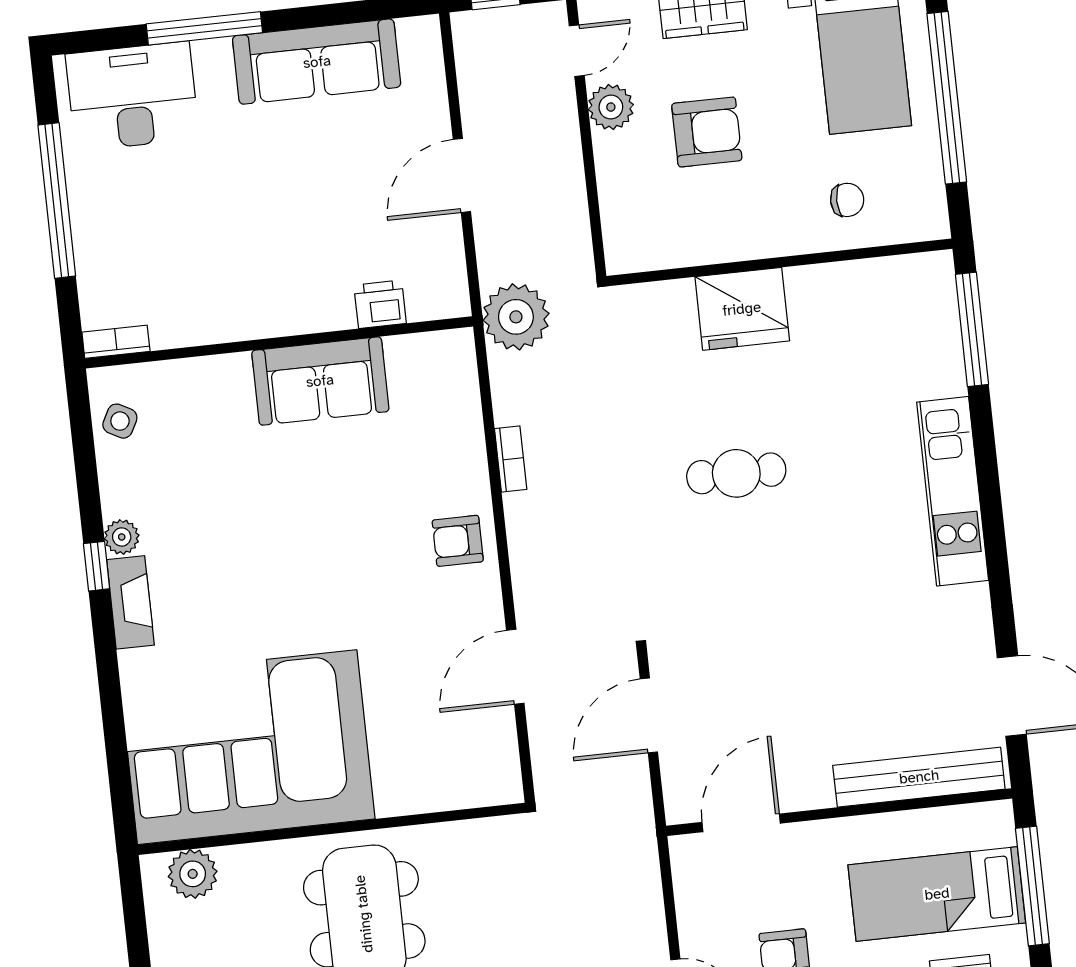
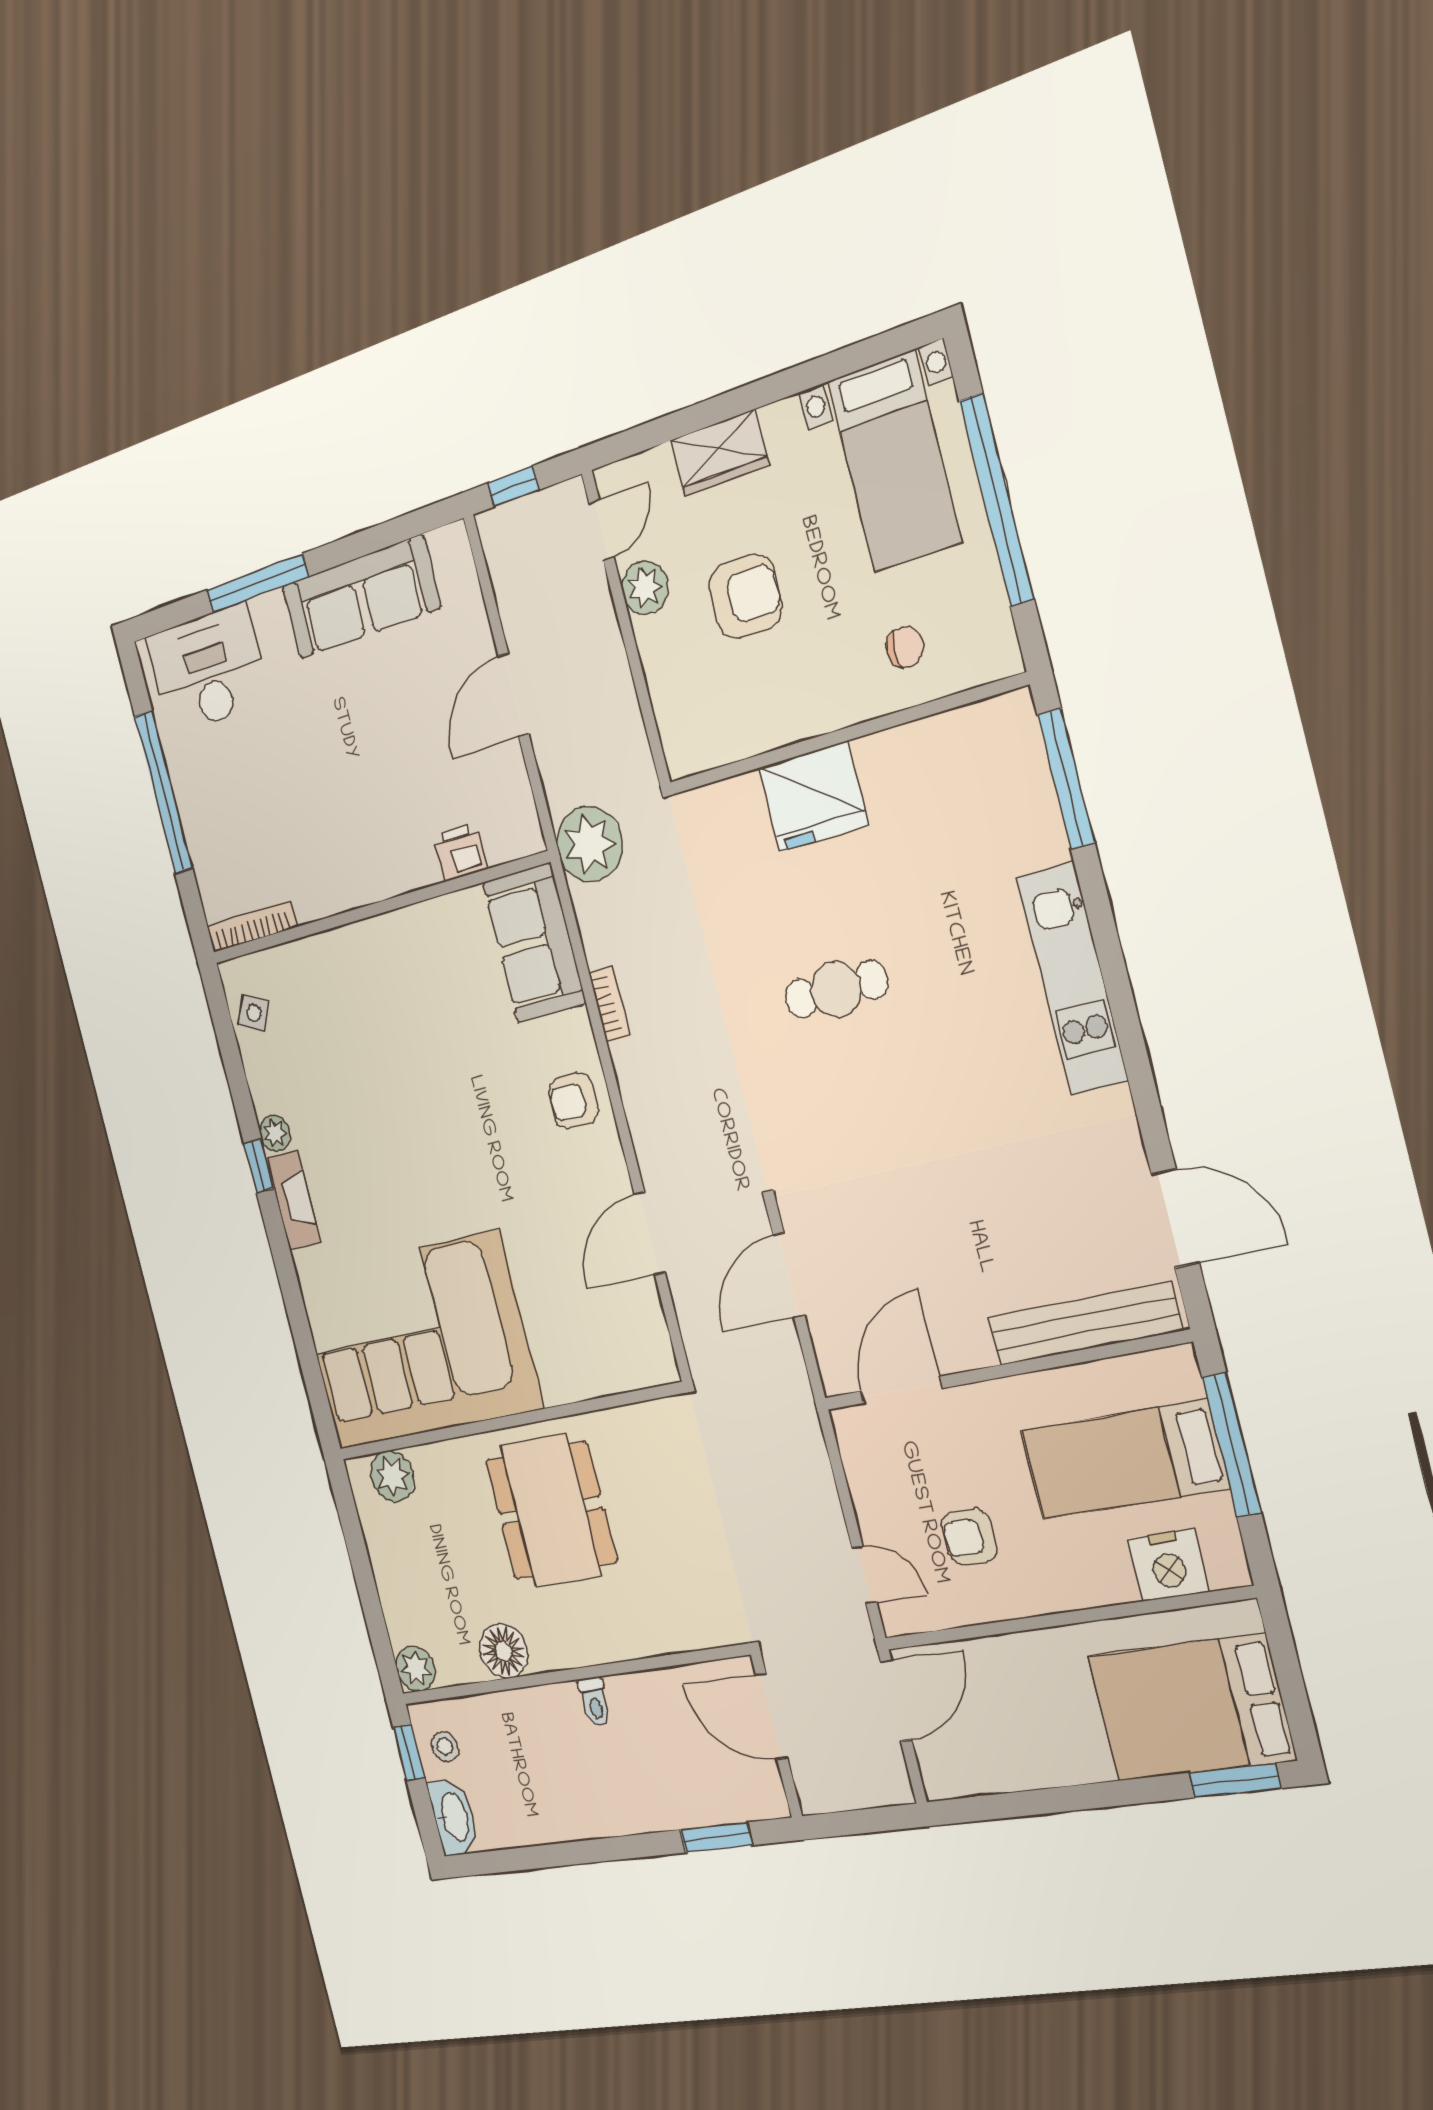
bookcase: (116, 342) -> (252, 926), width x1.56
sofa: (320, 381) -> (534, 943), moved, turned 90

